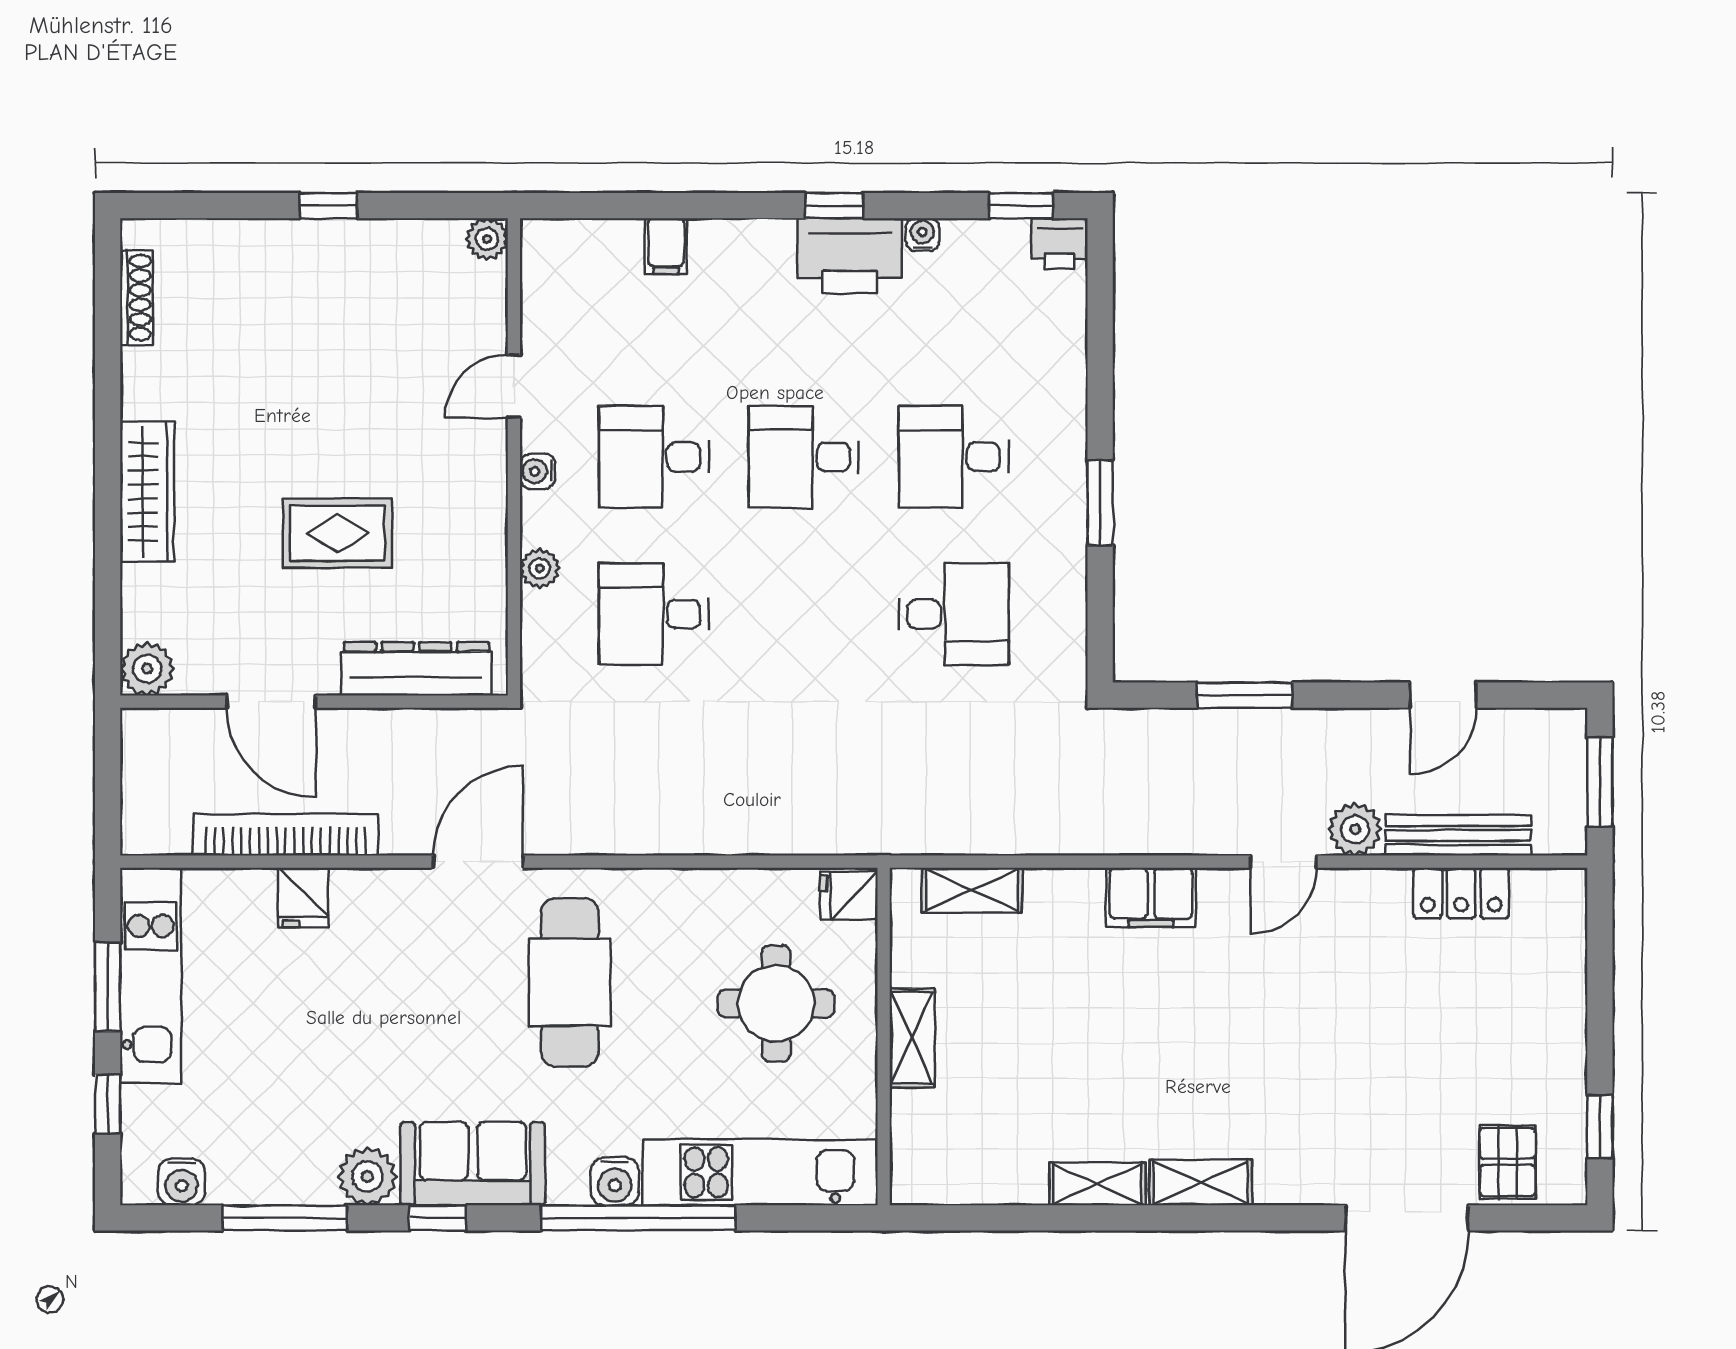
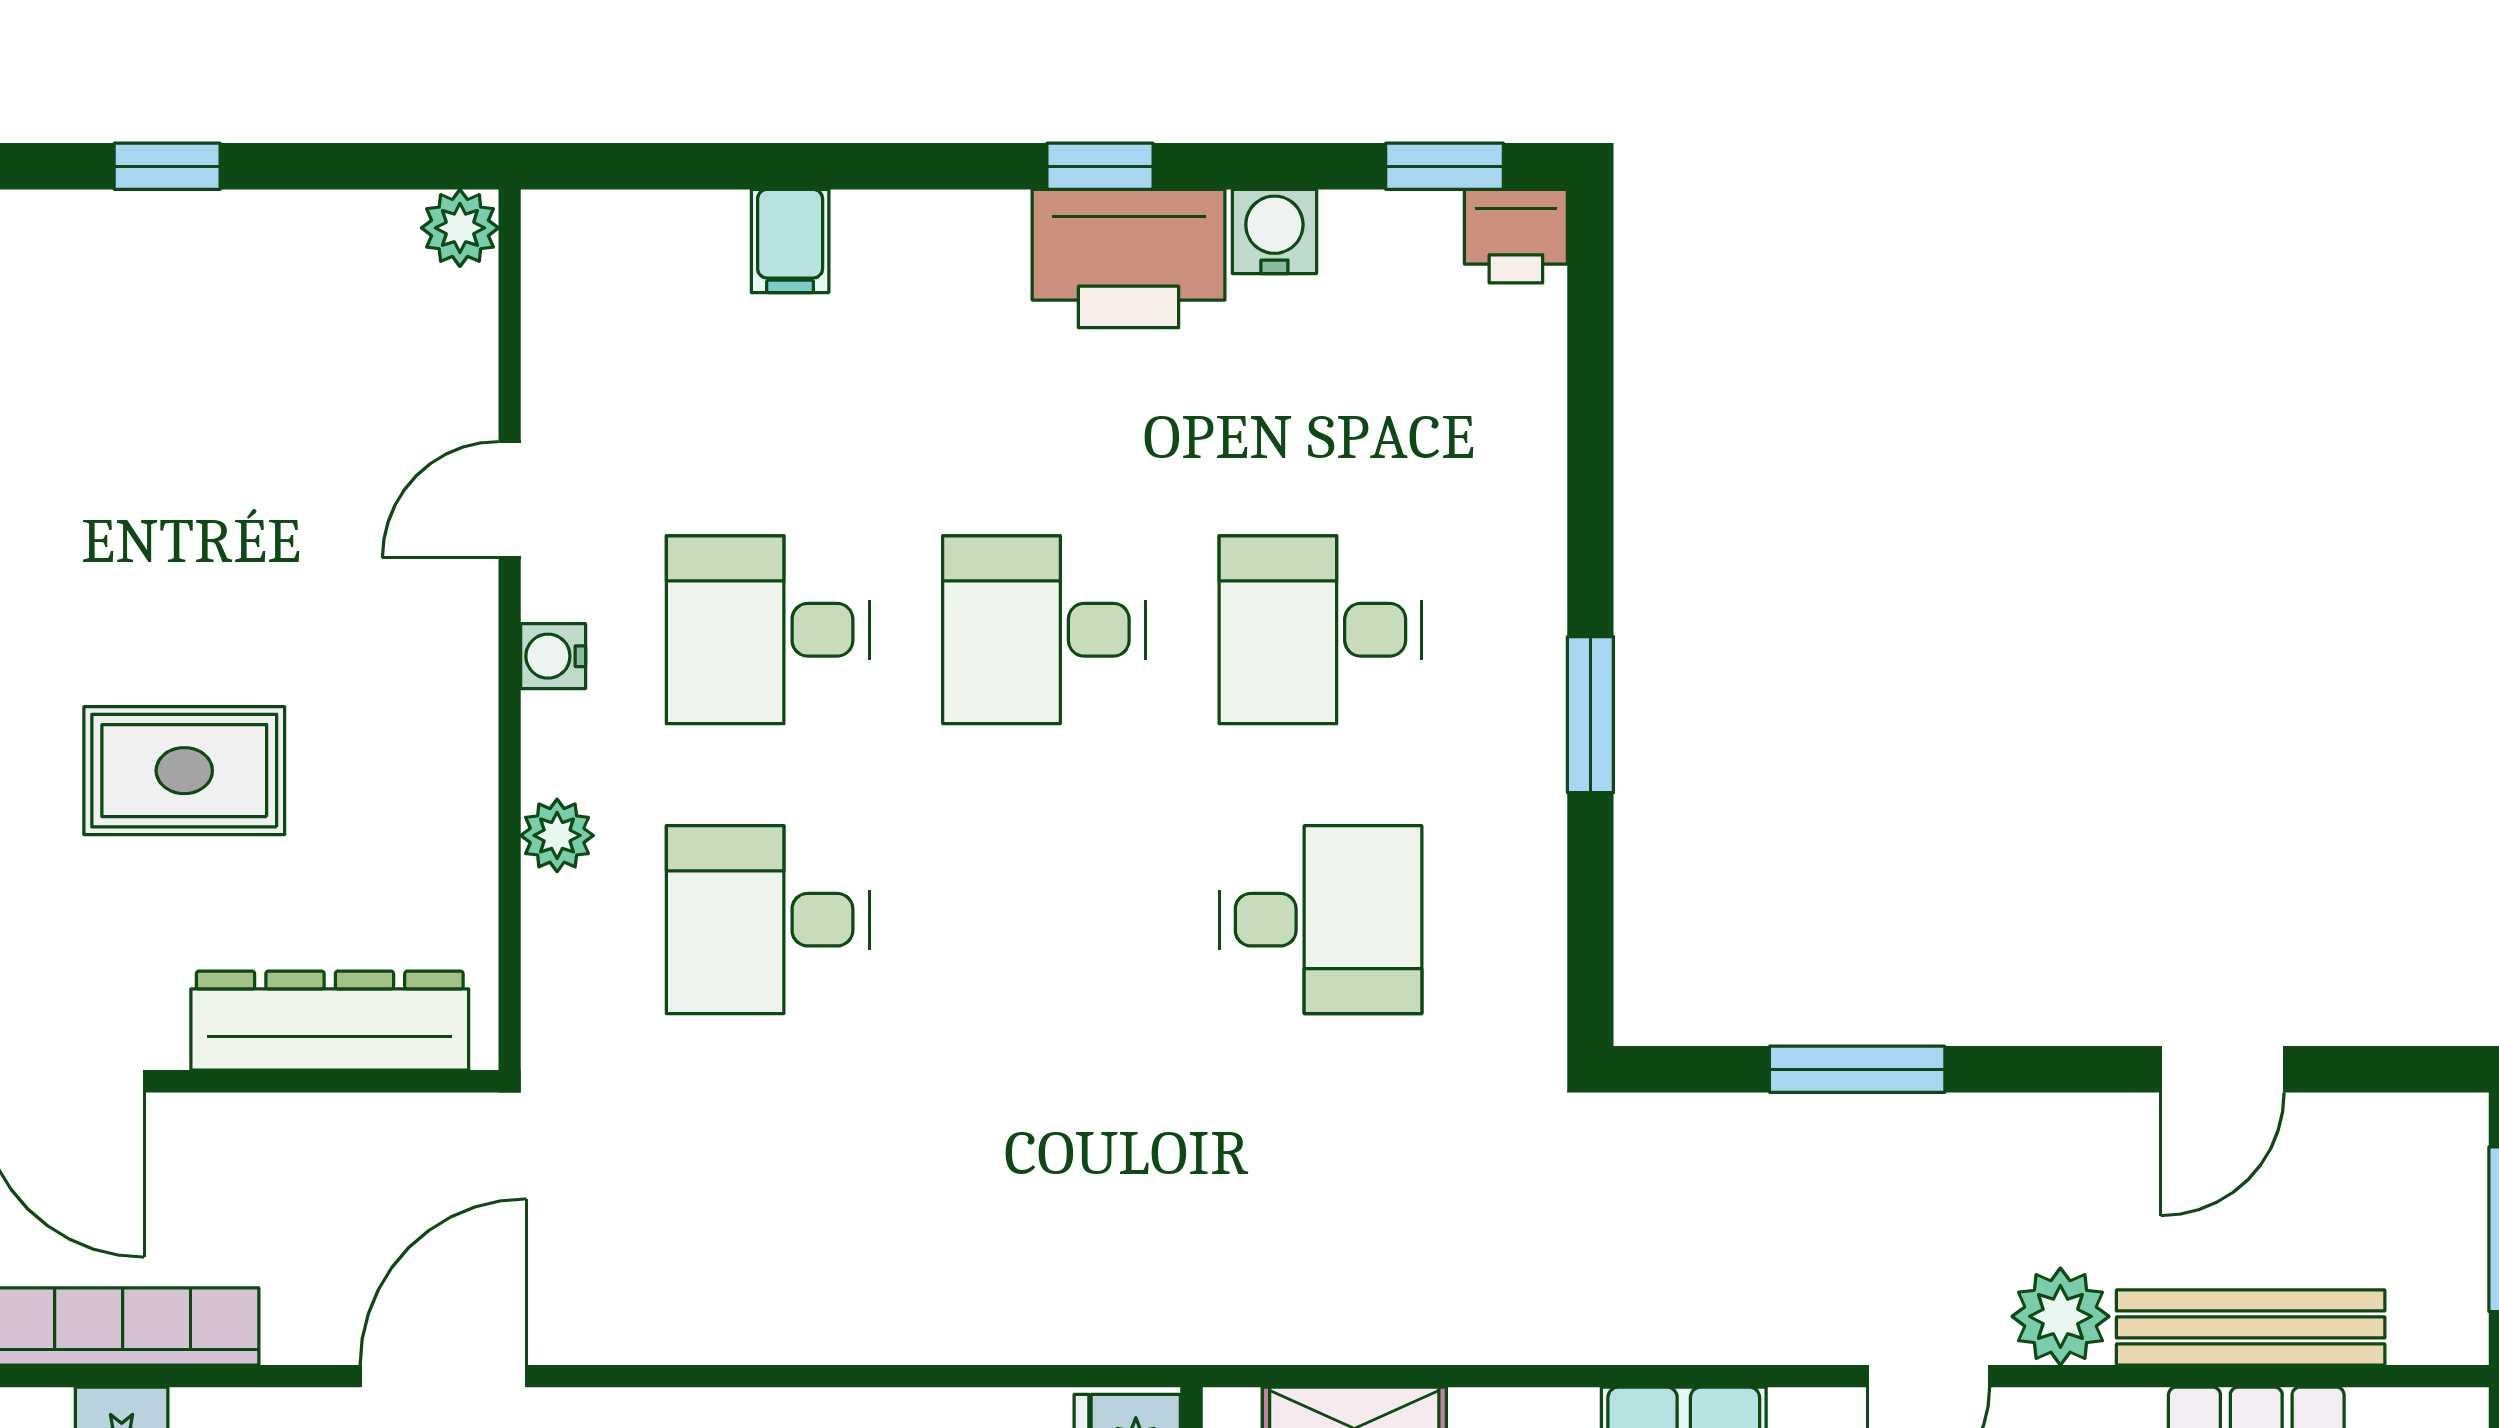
water cooler: (922, 235) -> (1274, 231), width x1.38, depth x1.38

